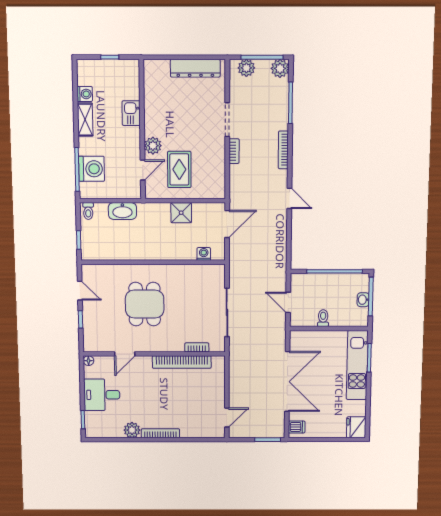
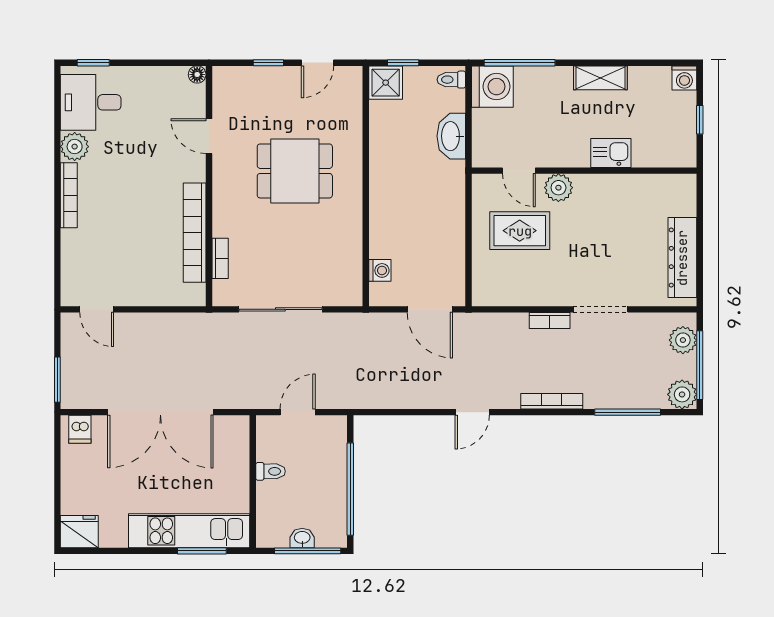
washing machine: (85, 94) -> (684, 78), moved
washing machine: (92, 169) -> (492, 87), moved, turned -90
shower: (181, 213) -> (386, 83), moved
desk: (102, 395) -> (91, 102), moved, turned -90

